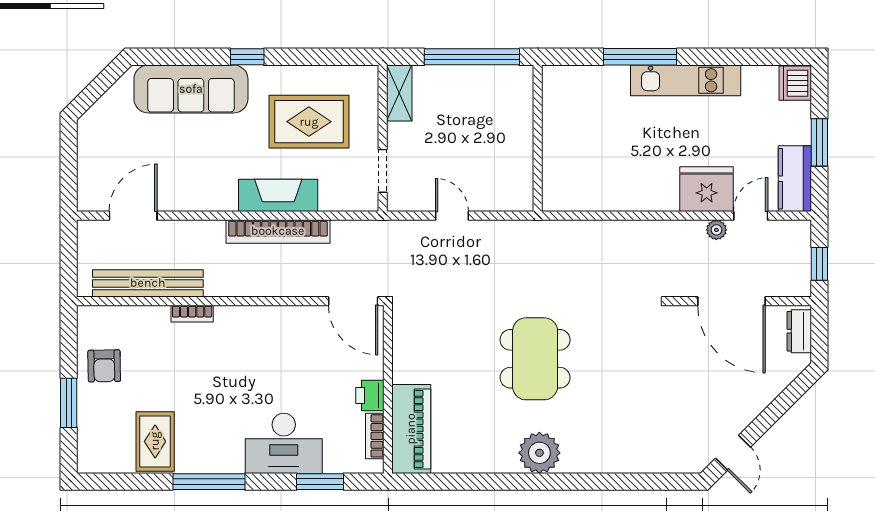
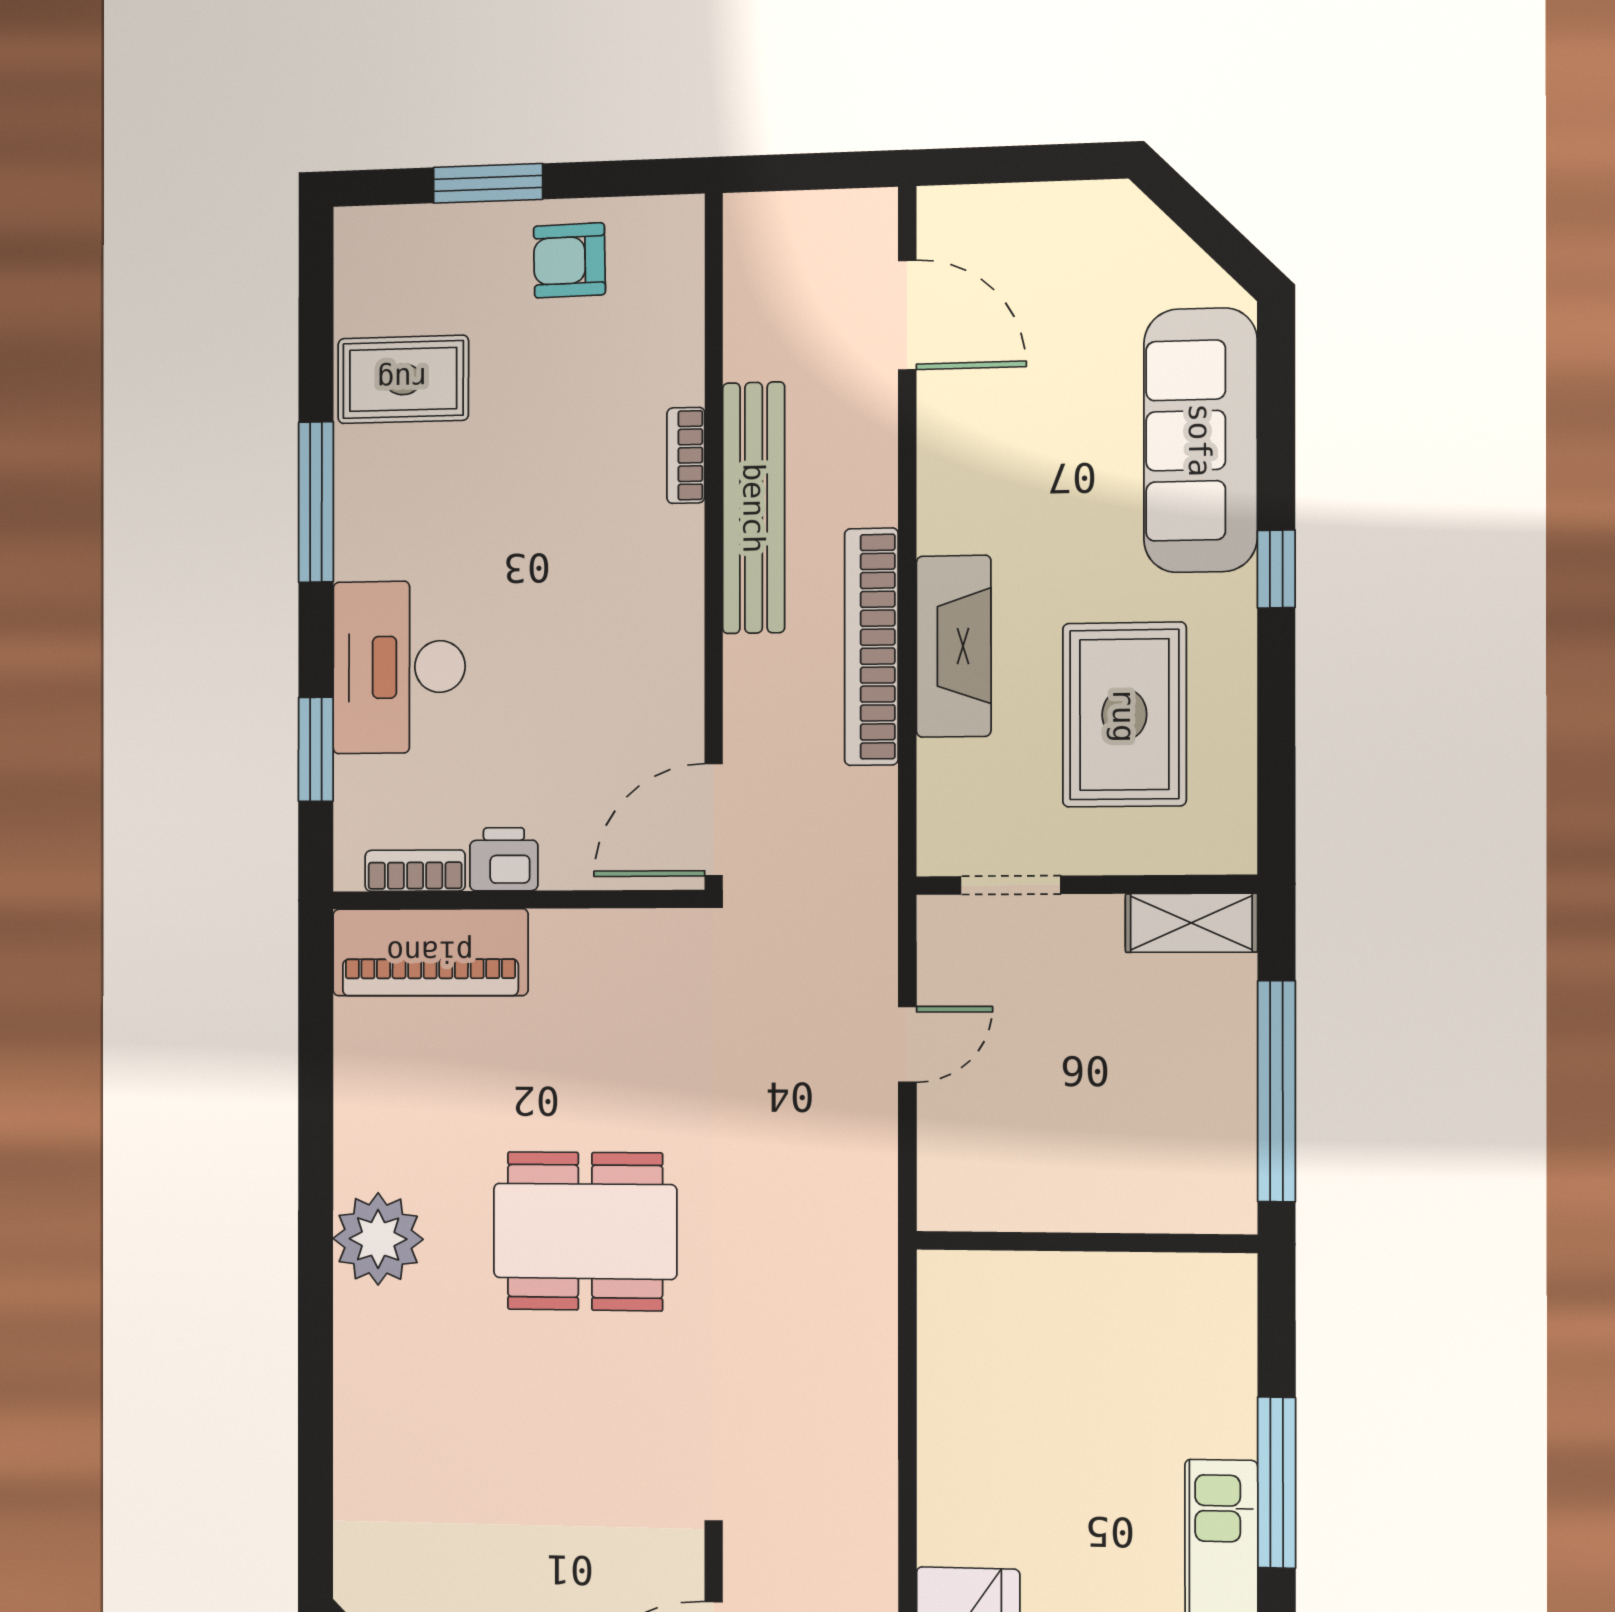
bench: (148, 283) -> (754, 508), moved

